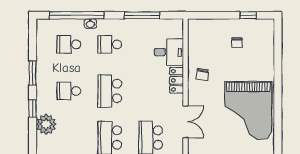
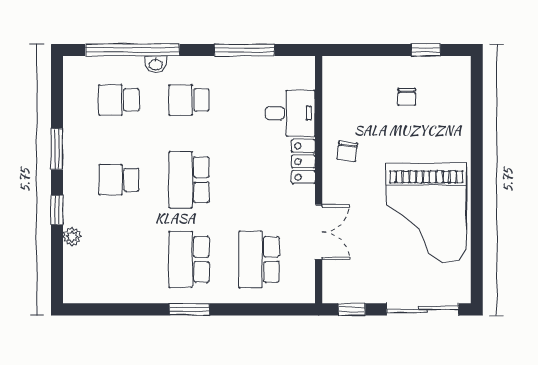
plant: (46, 124) -> (72, 237), width x0.53, depth x0.53

